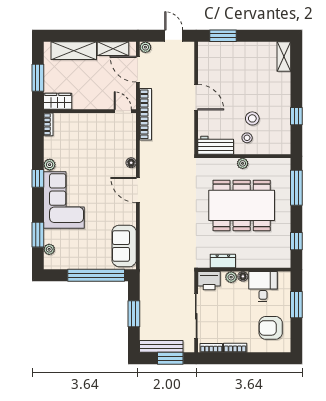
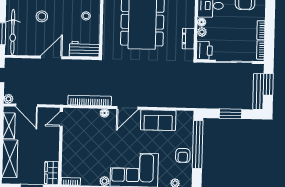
bicycle: (225, 50) -> (13, 32), added
door: (138, 69) -> (27, 105), hinge flipped
bookcase: (146, 114) -> (90, 101), moved
stool: (252, 118) -> (42, 16), moved
workbench: (216, 145) -> (84, 49), moved, turned 90
plant: (243, 163) -> (107, 20), removed
sofa: (124, 246) -> (158, 120), moved
armchair: (83, 258) -> (183, 155), added

